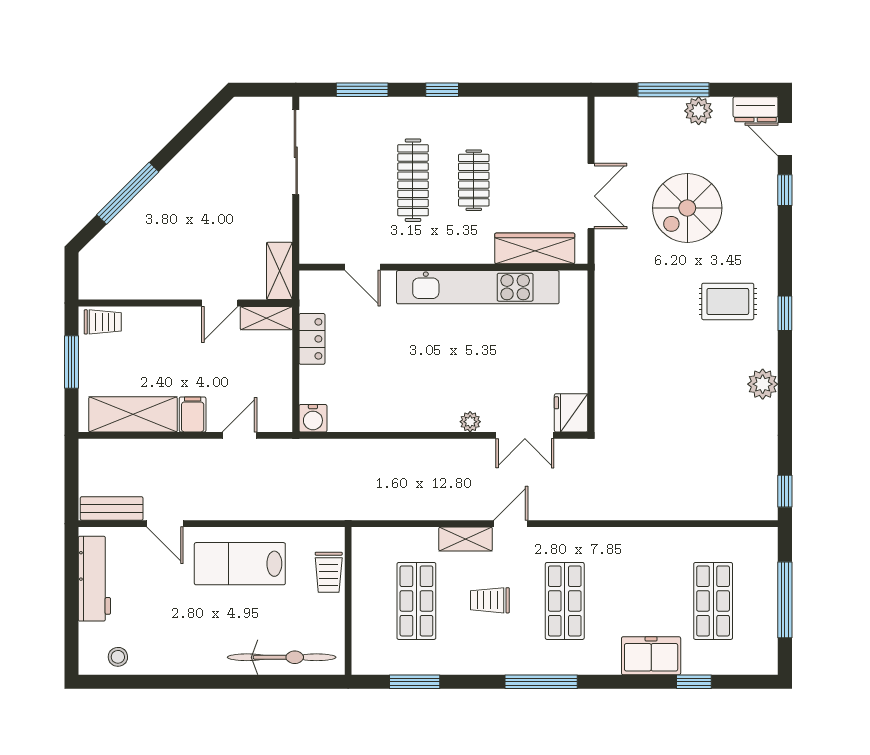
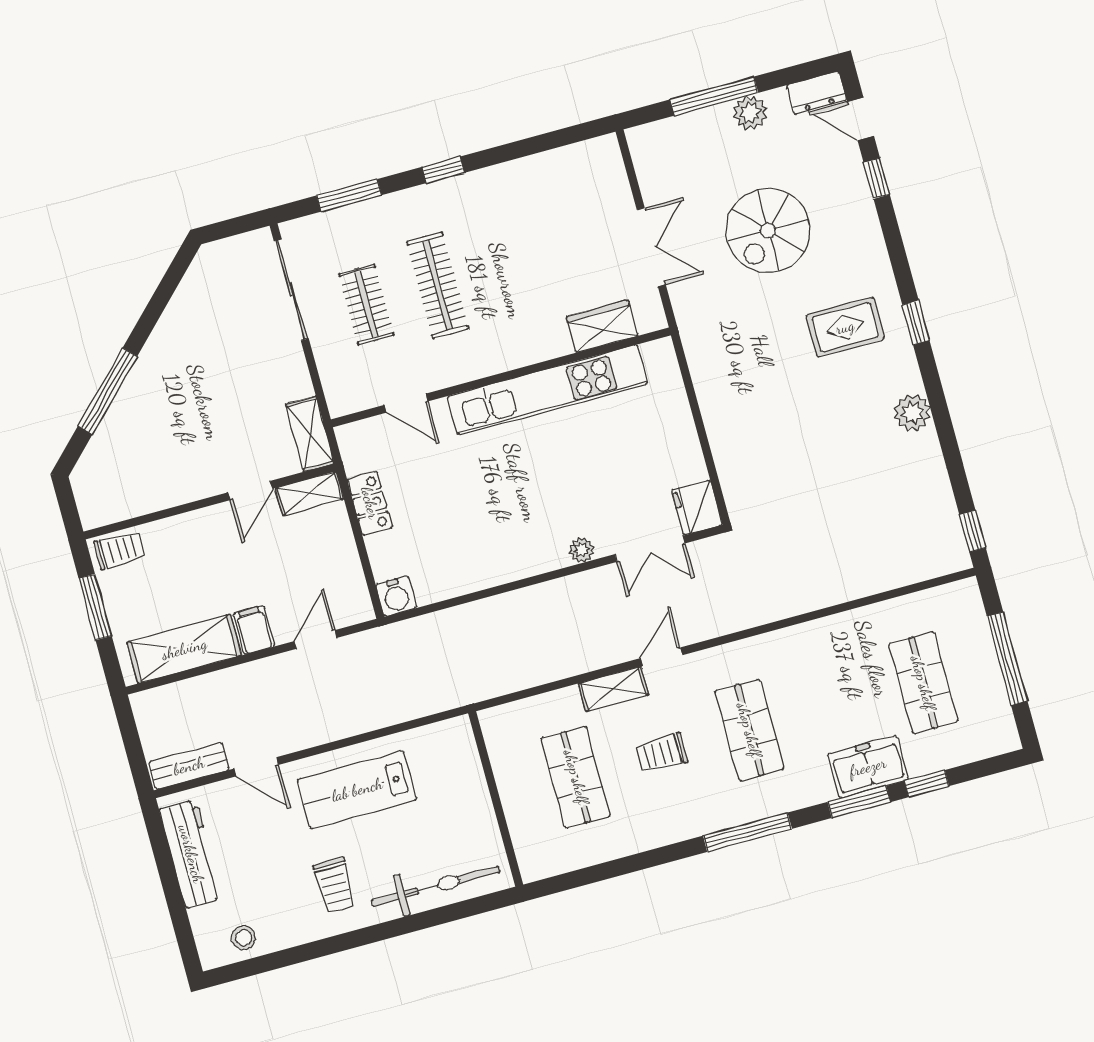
clothes rail: (474, 180) -> (366, 305), moved
wardrobe: (535, 248) -> (602, 326), width x0.67
trolley: (329, 572) -> (335, 885), moved
window: (415, 682) -> (859, 802), moved

